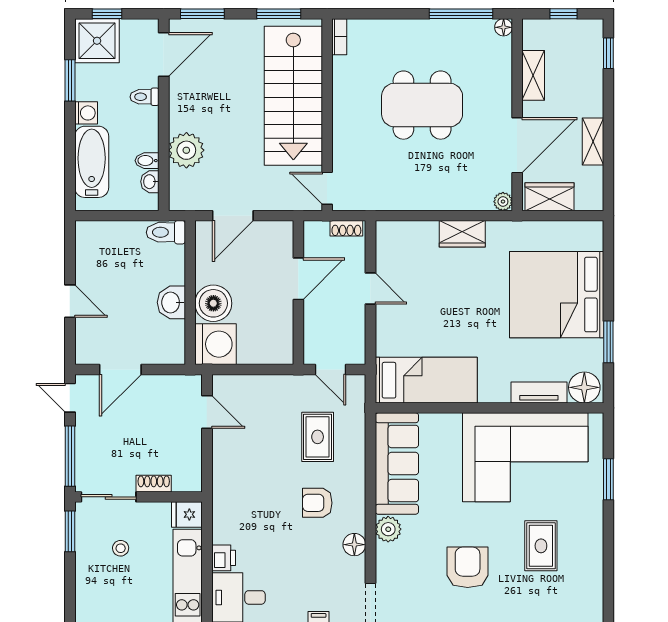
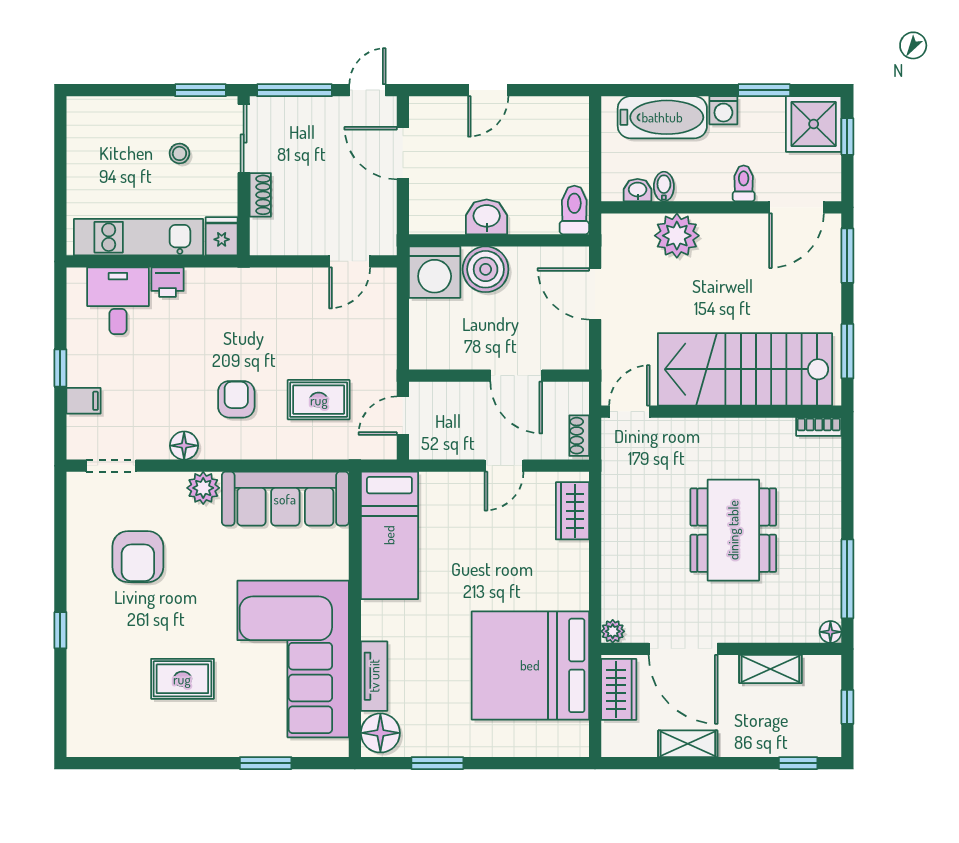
door: (164, 54) -> (797, 207), hinge flipped
wardrobe: (462, 234) -> (572, 511), moved
bed: (557, 295) -> (530, 665), moved, turned -90
armchair: (468, 567) -> (138, 557), moved, turned 90

